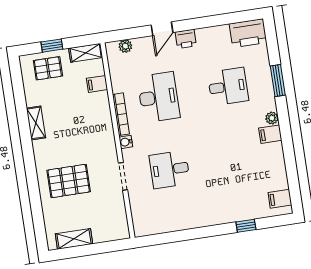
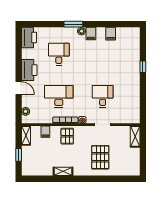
printer: (186, 39) -> (29, 70), width x1.87, depth x1.48
pallet: (48, 68) -> (67, 136), moved
window: (278, 81) -> (73, 24), moved
desk: (170, 169) -> (103, 96), turned 180
filing cabinet: (280, 199) -> (111, 34), moved
window: (246, 226) -> (143, 67), moved
shelving: (74, 239) -> (135, 136), moved

